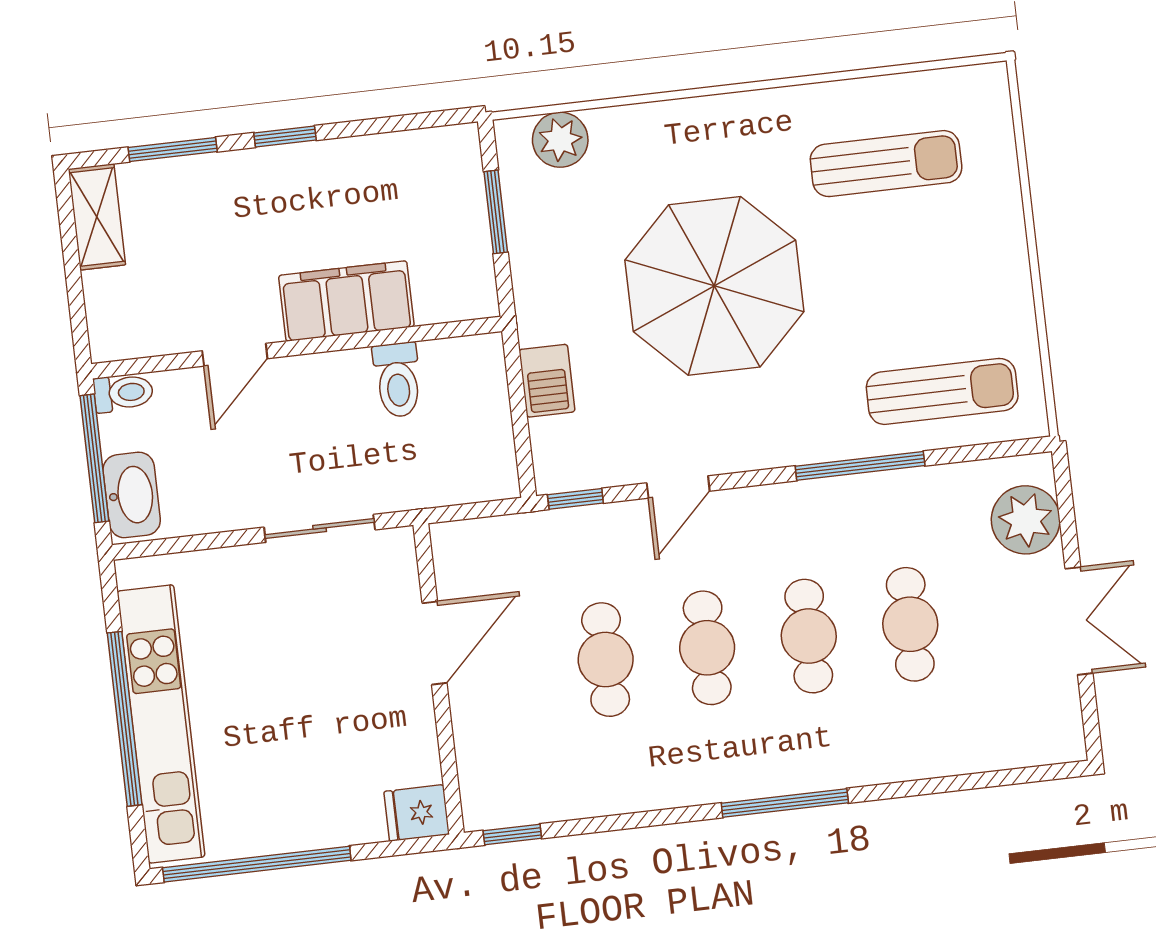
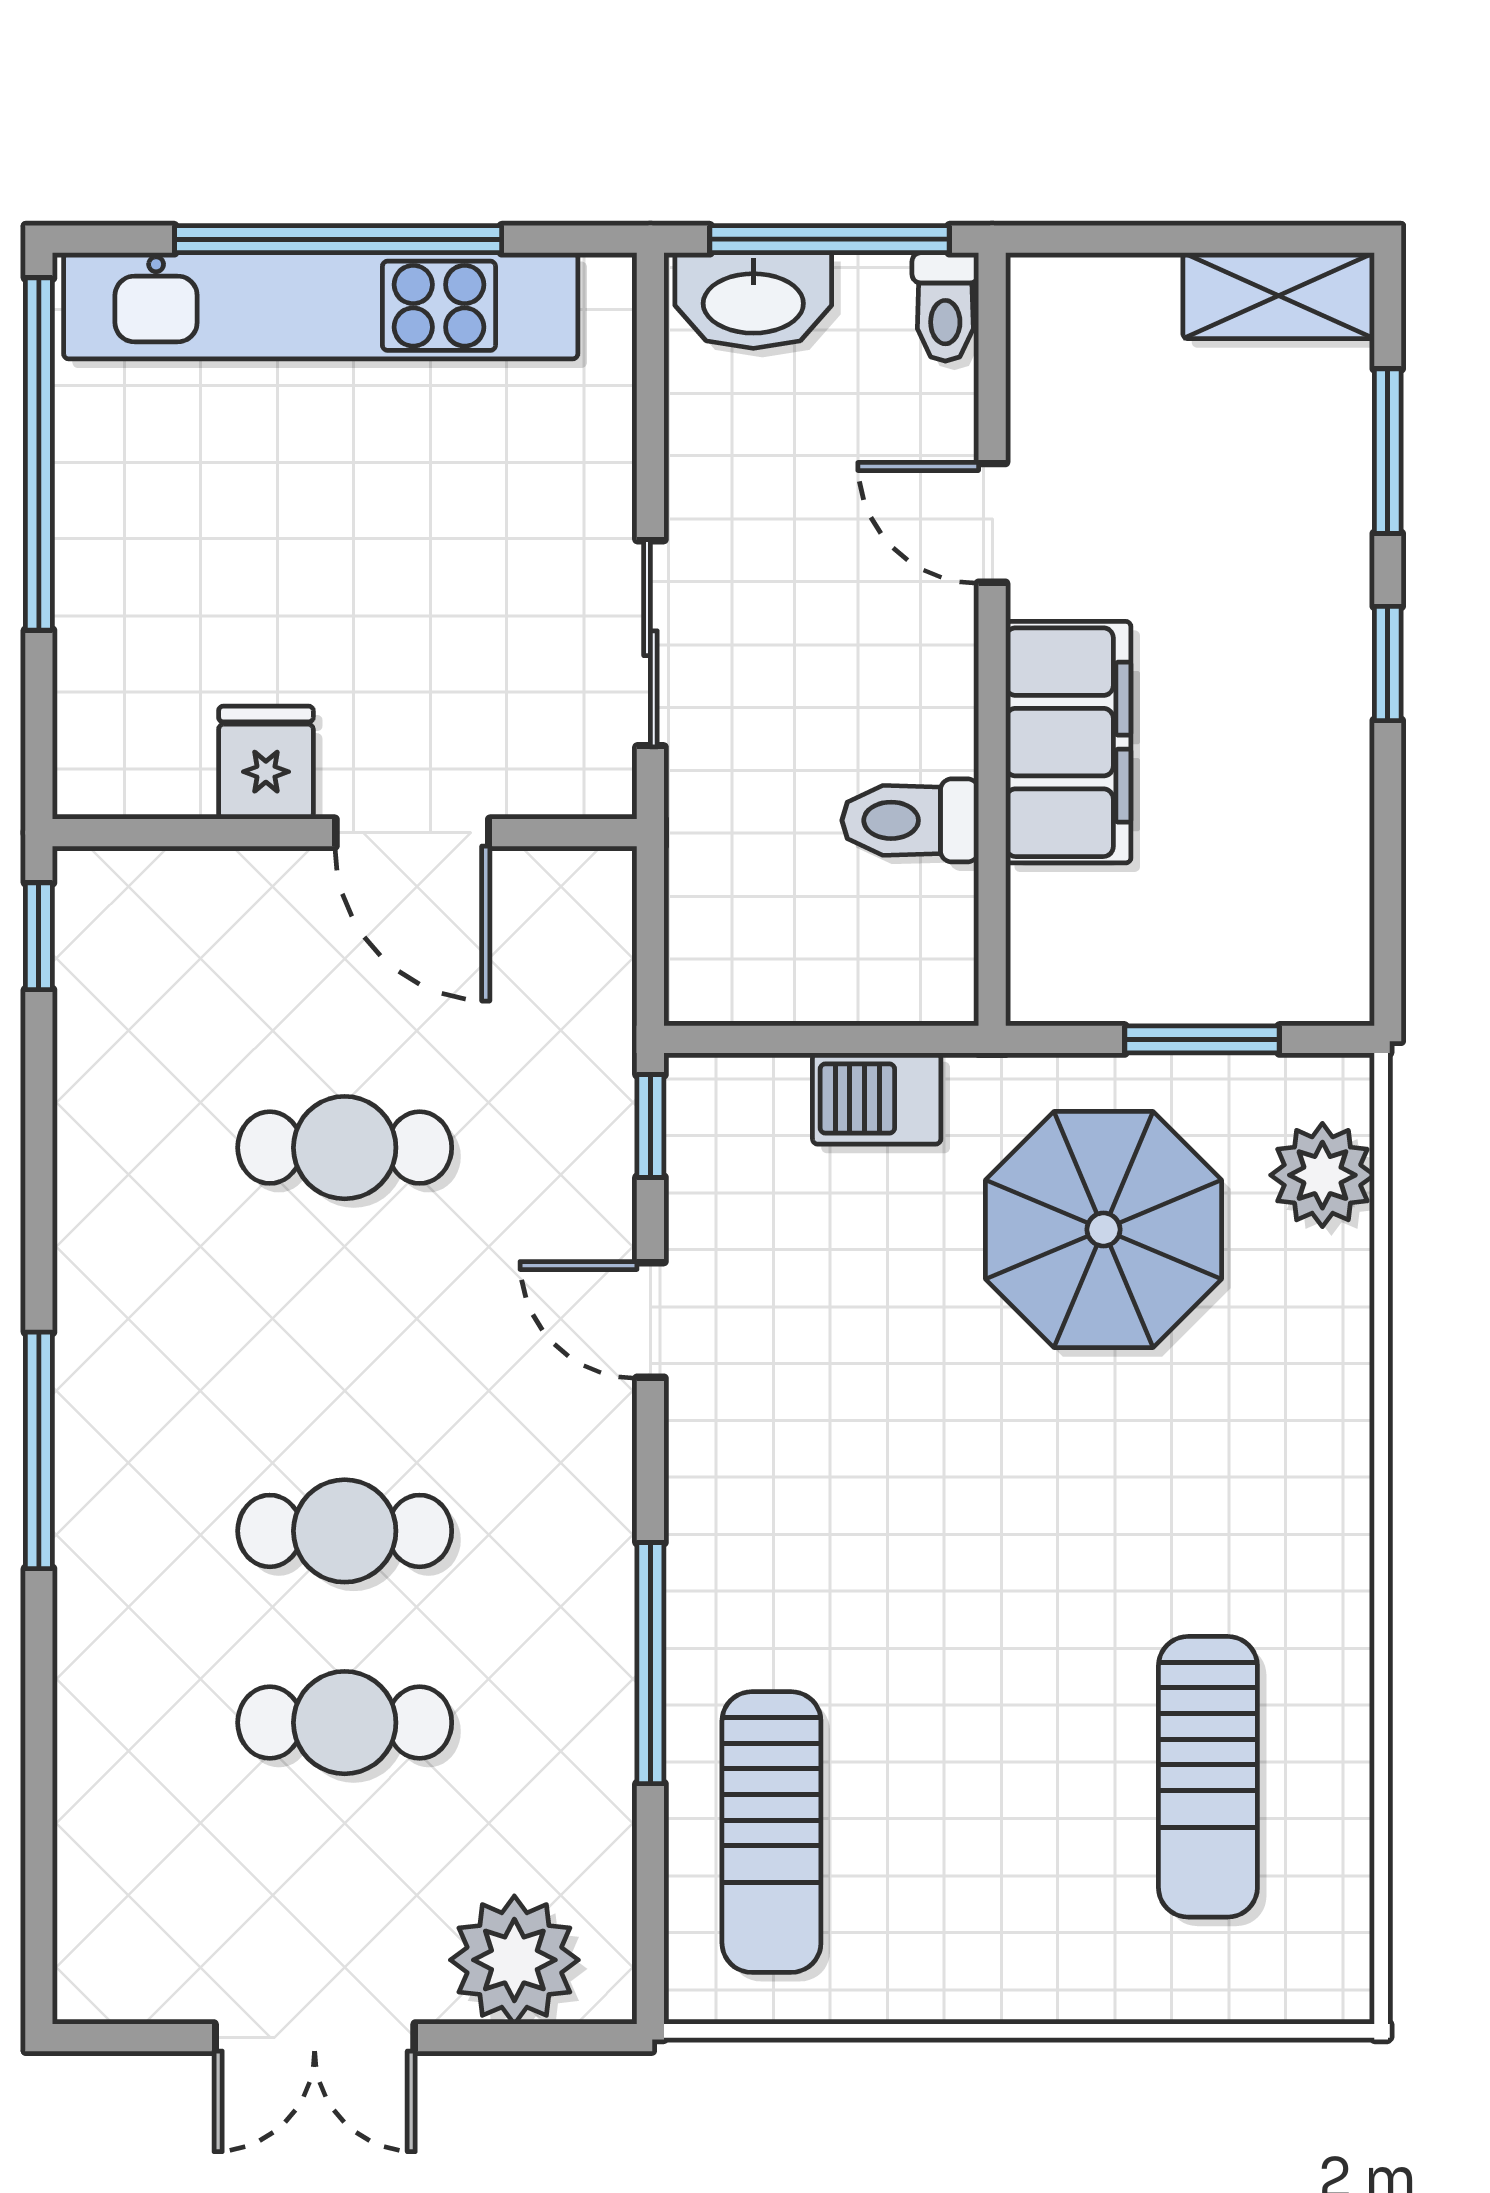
parasol: (714, 286) -> (1103, 1230), moved, width x0.73, depth x0.73
cafe table: (707, 648) -> (345, 1339), removed
fridge: (417, 813) -> (266, 763), moved

